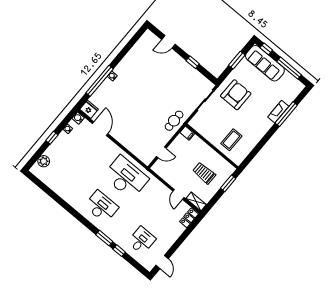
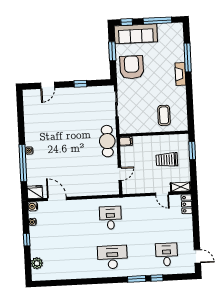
armchair: (236, 95) -> (132, 67), moved
fireplace: (278, 112) -> (180, 74), moved
cafe table: (174, 121) -> (107, 141), width x1.37, depth x1.35
desk: (126, 177) -> (111, 218), width x0.53, depth x0.77

